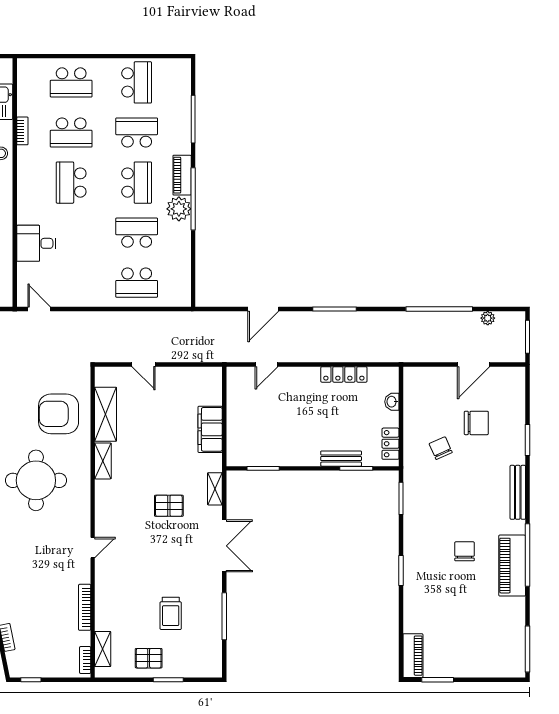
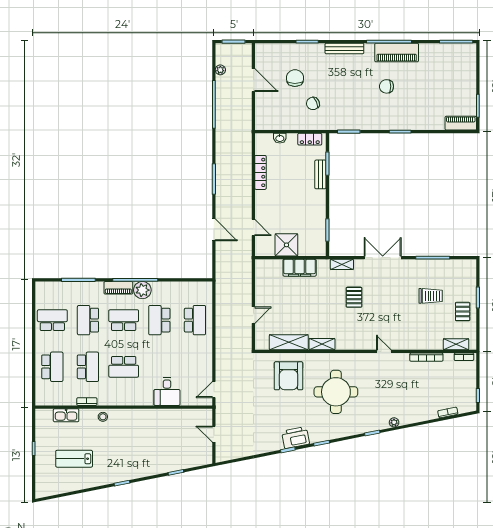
shower: (242, 411) -> (286, 245), added

